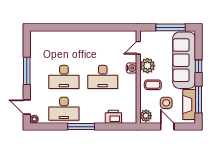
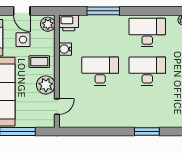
window: (64, 27) -> (147, 131), added
water cooler: (131, 68) -> (65, 49), moved
printer: (113, 117) -> (69, 23), moved
window: (81, 127) -> (103, 11), moved

